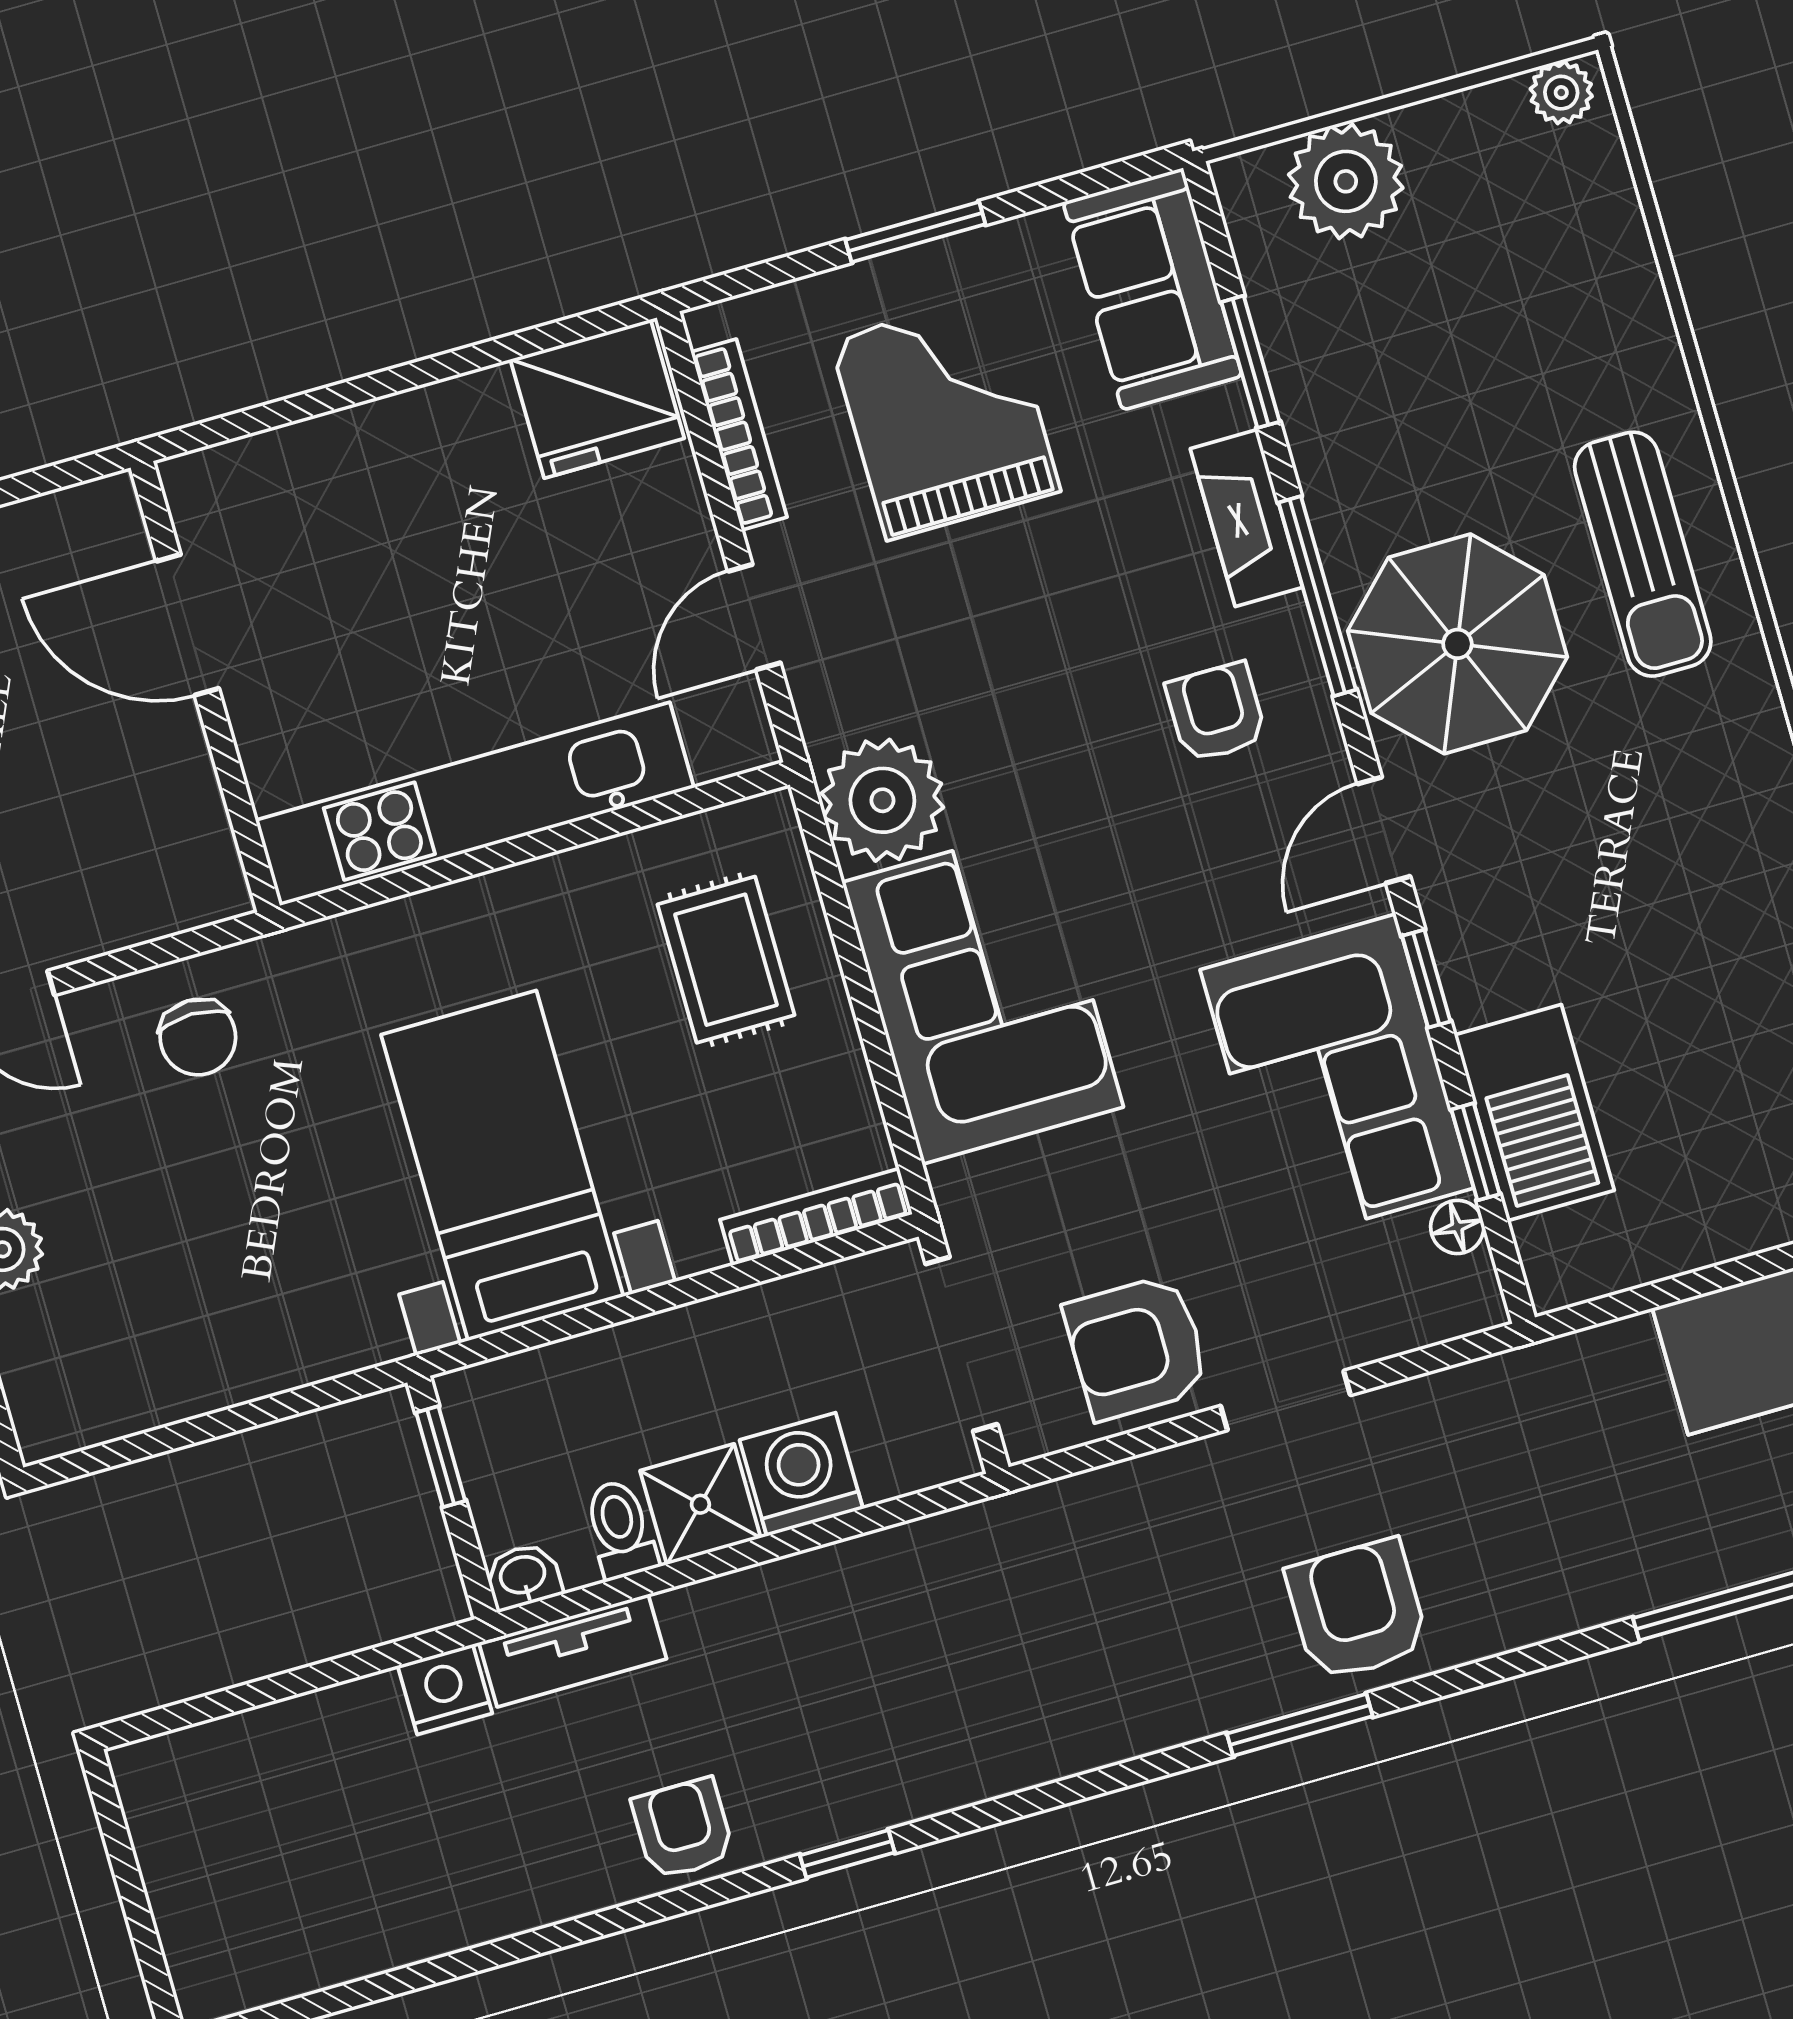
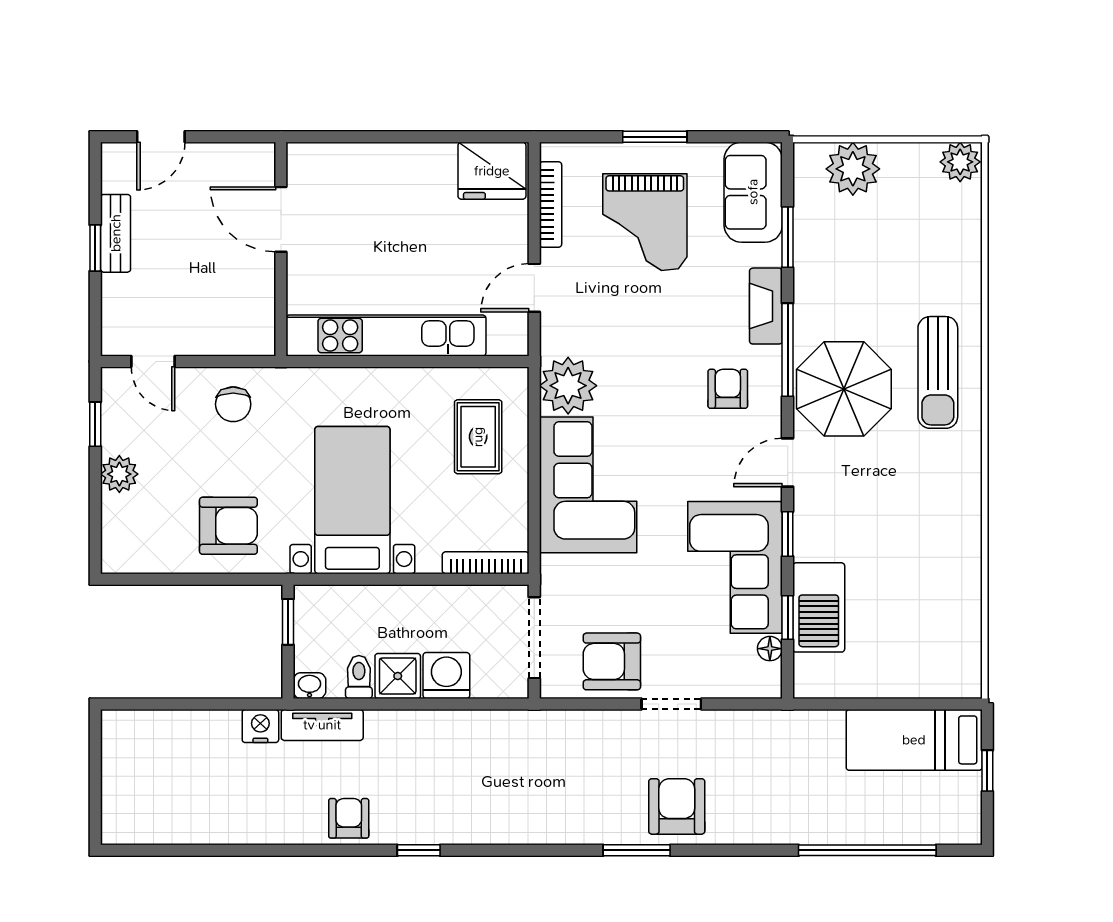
plant: (1561, 93) -> (960, 162), width x1.38, depth x1.38
grand piano: (945, 415) -> (645, 222), turned 180
armchair: (260, 1292) -> (228, 526), added

